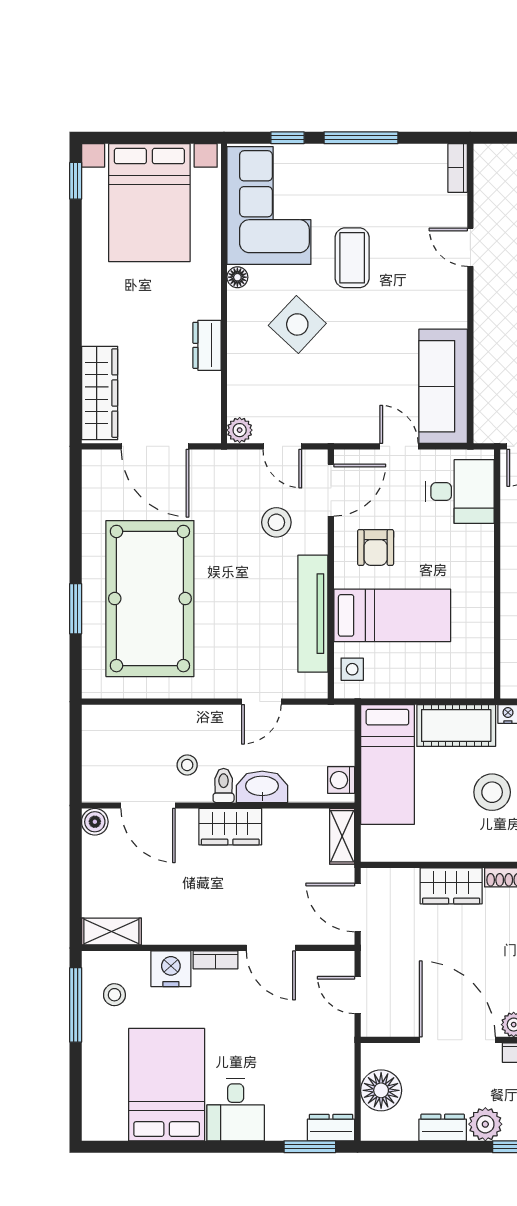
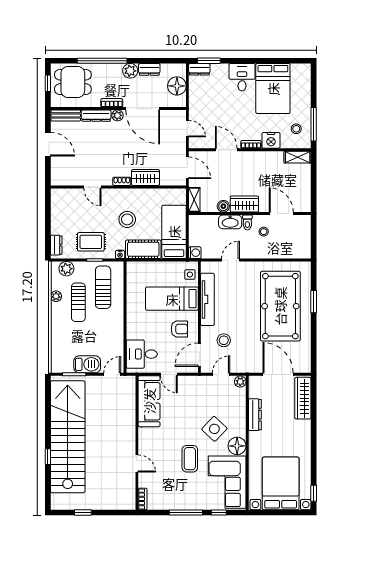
floor lamp: (237, 277) -> (237, 446), width x1.89, depth x1.89
dresser: (207, 345) -> (255, 415), width x1.44
door: (282, 446) -> (221, 374), hinge flipped
armchair: (376, 548) -> (179, 329), turned 90
washing machine: (341, 780) -> (195, 253), moved
boiler: (95, 822) -> (223, 206), moved

